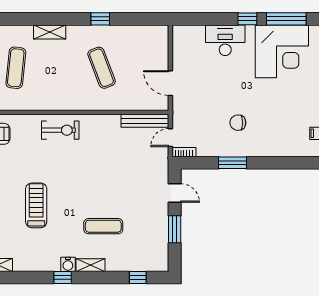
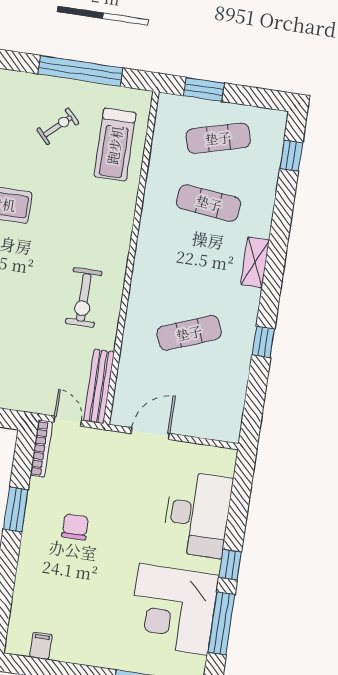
desk: (225, 40) -> (197, 514), width x1.36, depth x1.30
exercise bike: (60, 130) -> (84, 297), moved
bookcase: (184, 152) -> (41, 449), width x1.56

